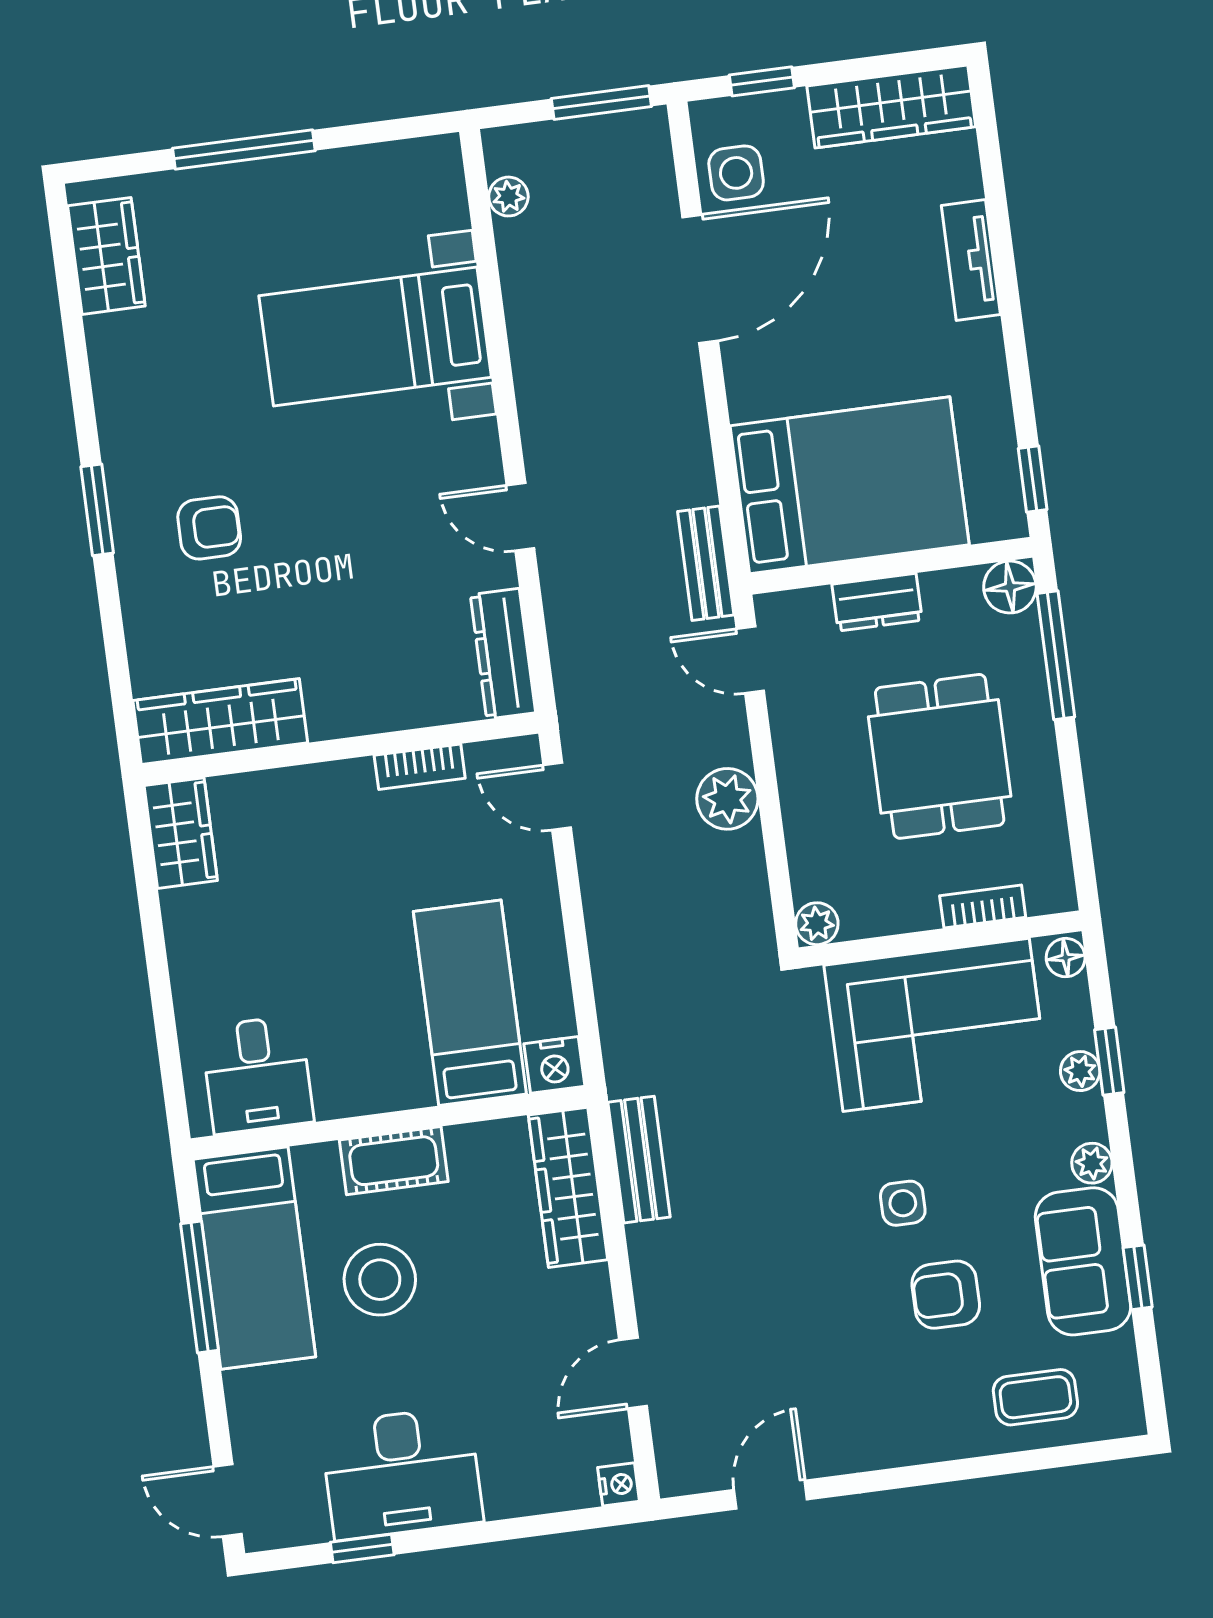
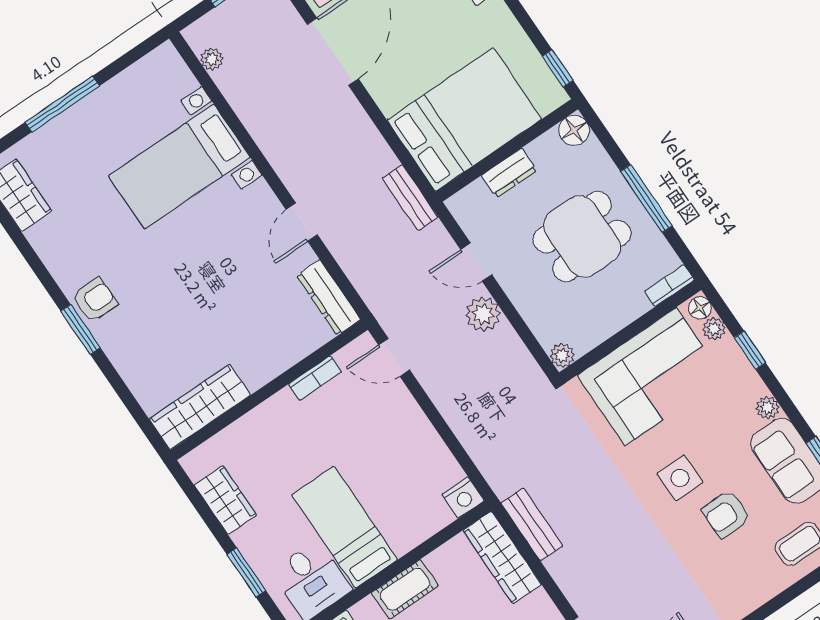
door: (520, 517) -> (302, 222), hinge flipped
armchair: (209, 528) -> (95, 300), moved
window: (1056, 655) -> (646, 198), moved
door: (750, 660) -> (476, 262), moved
dining table: (940, 756) -> (582, 237), turned 90
wardrobe: (181, 833) -> (225, 500), moved
bookcase: (983, 907) -> (669, 286), moved
bed: (470, 1003) -> (345, 527), moved
window: (163, 1012) -> (246, 573), added
plant: (1080, 1071) -> (714, 329), moved
side table: (903, 1203) -> (680, 478), width x1.37, depth x1.37

